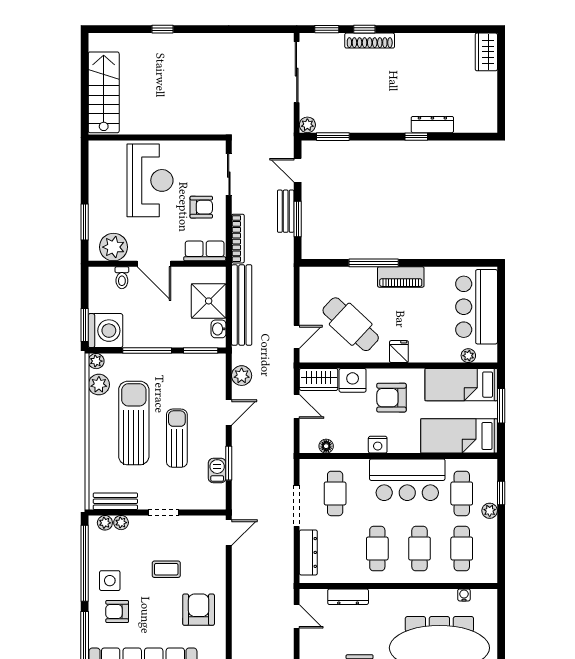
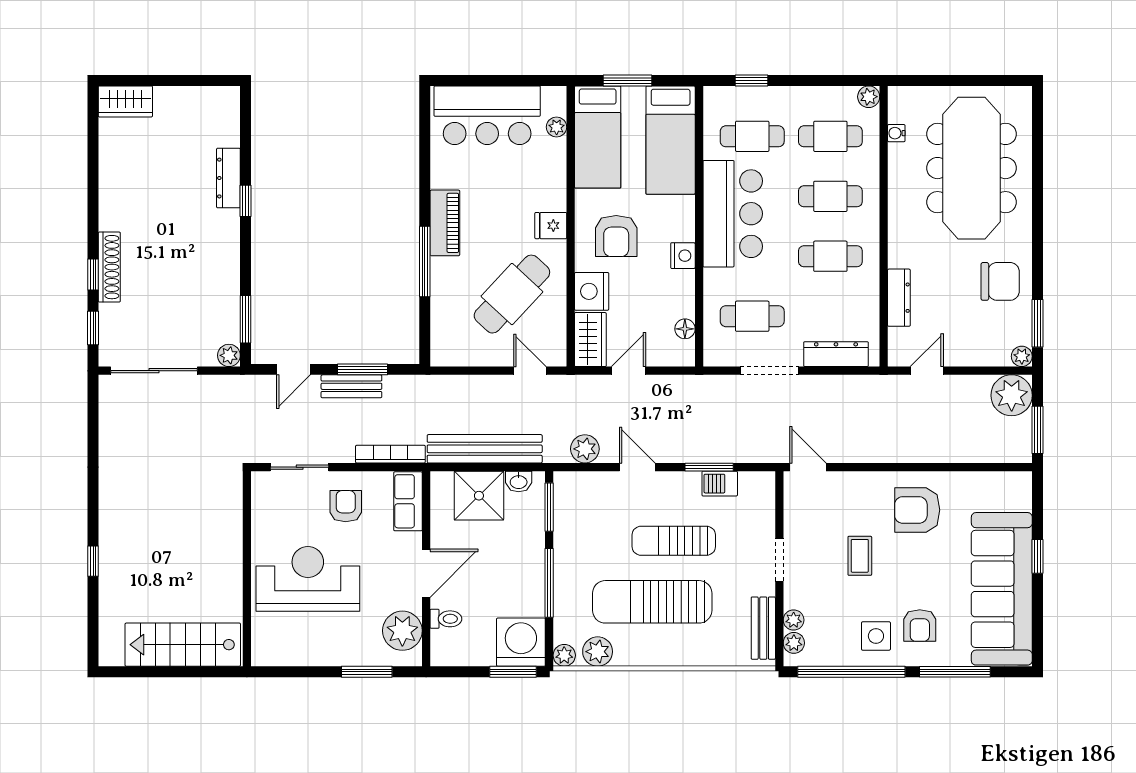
plant: (490, 511) -> (869, 97), moved

